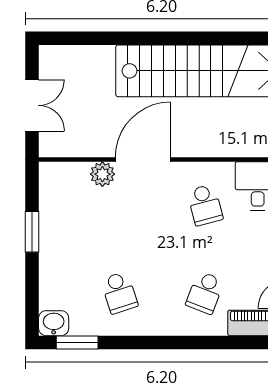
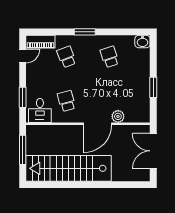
double door: (32, 105) -> (153, 151), width x1.37
school desk: (205, 293) -> (66, 57), turned -42
window: (77, 342) -> (85, 32), moved

